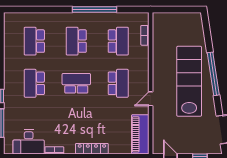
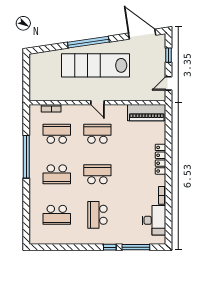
school desk: (34, 83) -> (97, 215), turned 90
school desk: (76, 83) -> (97, 174), turned 90
door: (151, 99) -> (97, 103), moved

